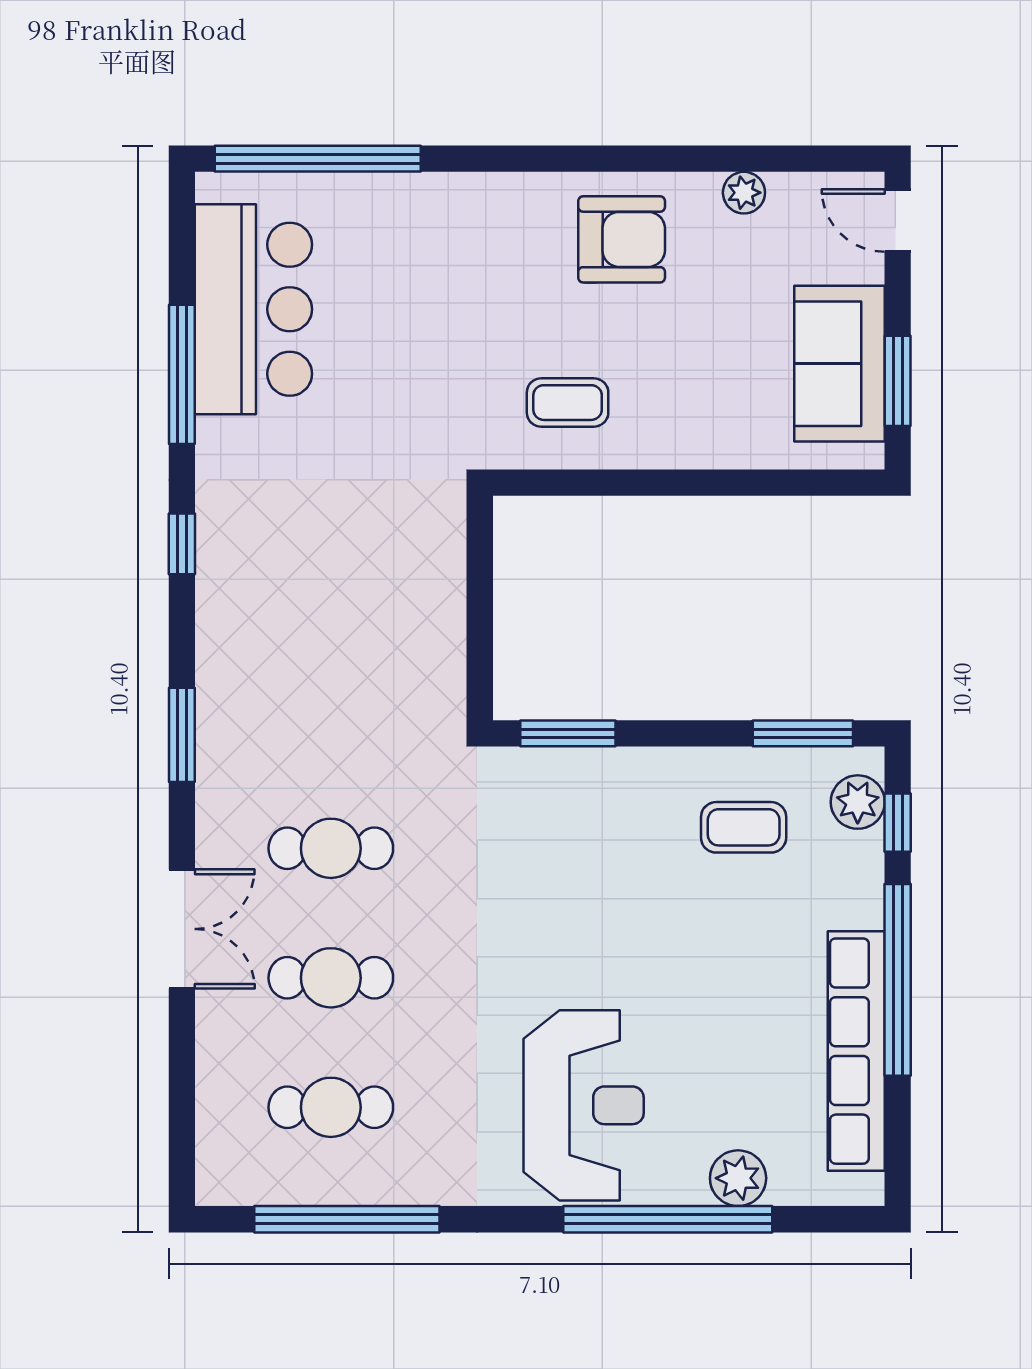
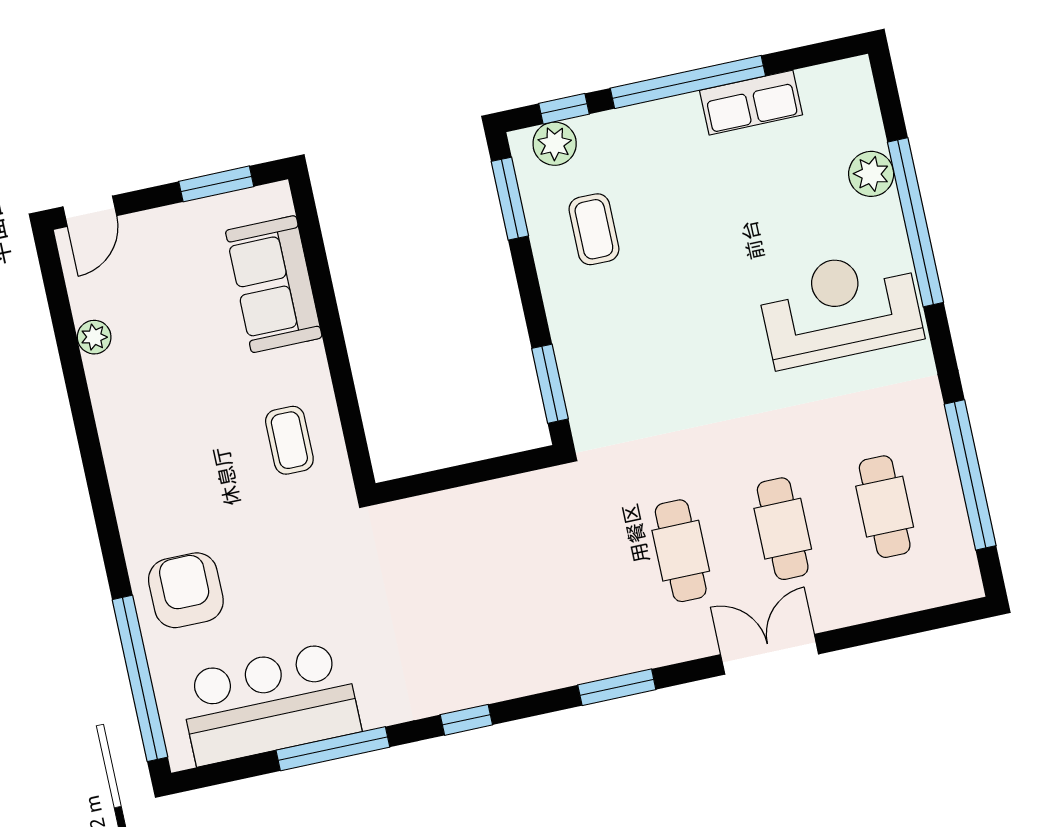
armchair: (622, 239) -> (186, 590), moved
sofa: (840, 364) -> (274, 284), moved, turned 90
row of seats: (856, 1051) -> (751, 103), width x0.50

